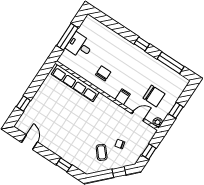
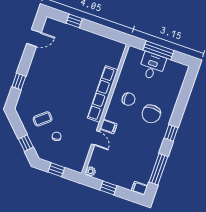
row of seats: (75, 83) -> (103, 94), moved
filing cabinet: (183, 83) -> (139, 188), added
chair: (154, 96) -> (151, 114), moved
door: (138, 116) -> (96, 138), moved

